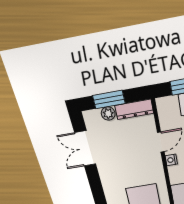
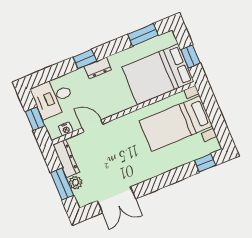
nightstand: (171, 160) -> (66, 129), moved

